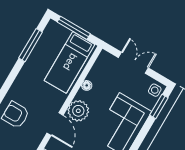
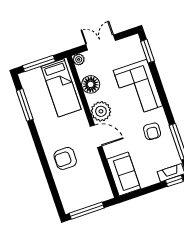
plant: (105, 57) -> (79, 59), added
floor lamp: (87, 85) -> (91, 84), width x1.89, depth x1.89
side table: (155, 90) -> (133, 44), removed

